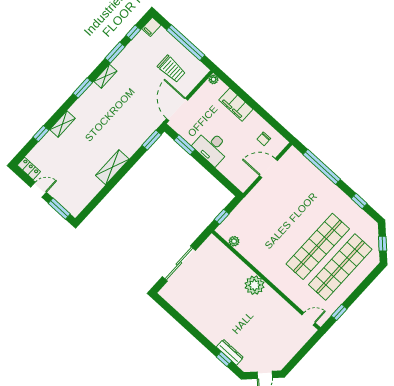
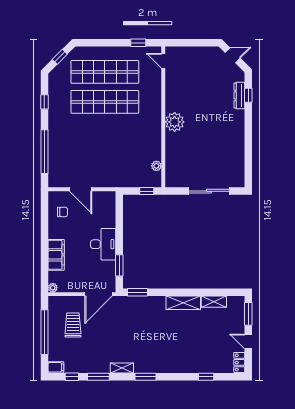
shelving: (63, 124) -> (214, 302), moved

